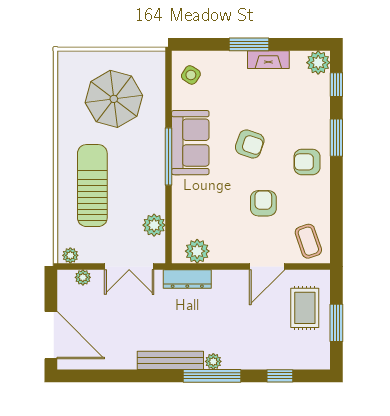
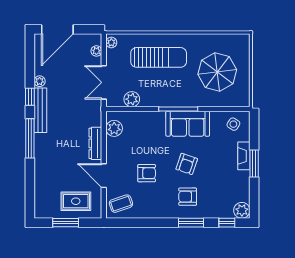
fireplace: (268, 60) -> (244, 156), moved
armchair: (307, 162) -> (188, 197), moved, turned -90
dresser: (187, 279) -> (95, 143), moved
plant: (213, 361) -> (40, 81), moved
window: (280, 376) -> (30, 97), moved

